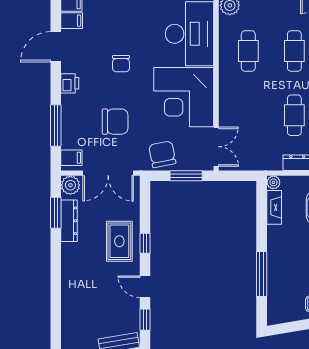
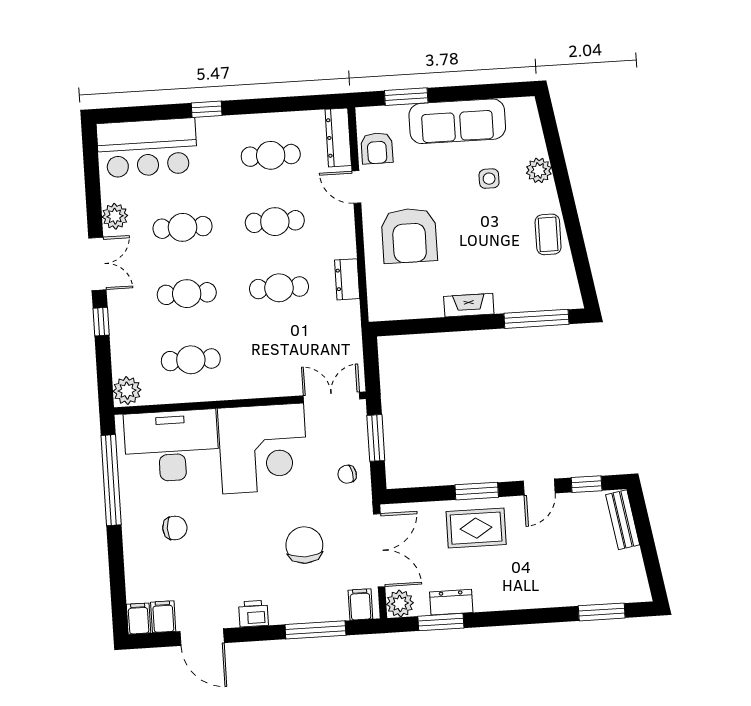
chair: (121, 64) -> (175, 528), moved
chair: (162, 154) -> (347, 474), width x0.54, depth x0.54
plant: (273, 182) -> (378, 312), removed
fireplace: (274, 207) -> (469, 305), moved
dresser: (69, 221) -> (451, 602), width x0.70
window: (145, 243) -> (477, 491), width x1.50
window: (262, 274) -> (536, 319), moved
window: (56, 325) -> (602, 612), added

